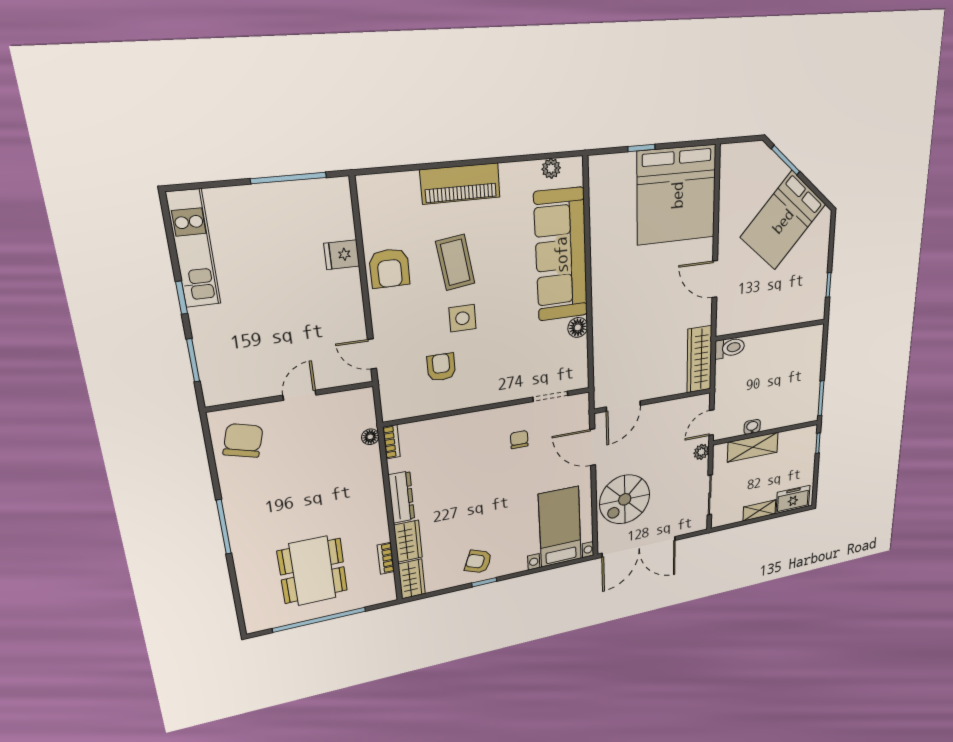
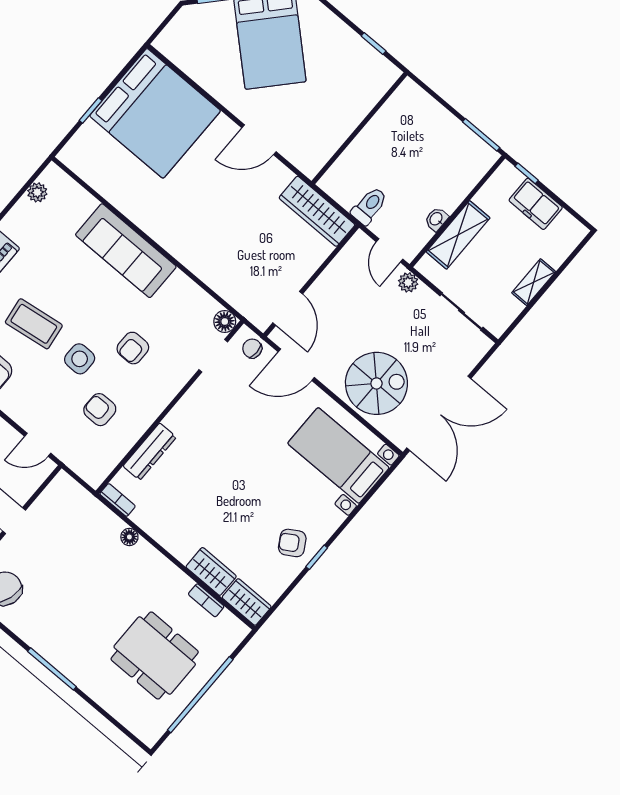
sofa: (561, 255) -> (126, 251), width x0.74, depth x0.79
floor lamp: (578, 327) -> (225, 322), moved
armchair: (505, 344) -> (133, 348), added
toilet: (730, 348) -> (369, 206), moved
floor lamp: (370, 437) -> (129, 537), moved
chair: (519, 440) -> (252, 348), moved
dresser: (401, 497) -> (150, 452), moved, turned 90
spiral stairs: (625, 499) -> (376, 383), turned -90
freezer: (793, 499) -> (536, 204), moved, turned -90
armchair: (478, 562) -> (292, 543), turned 38

